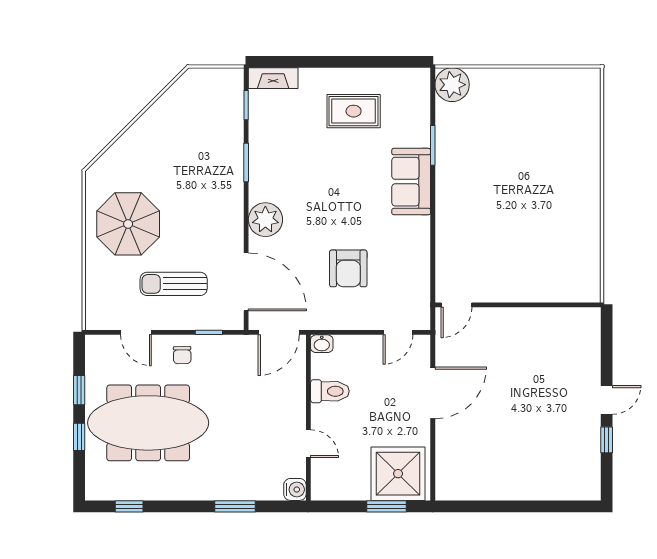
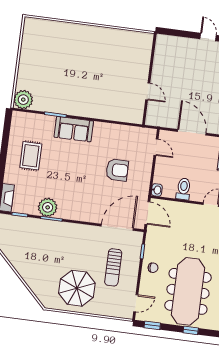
plant: (265, 220) -> (48, 207), moved
door: (456, 305) -> (148, 91), moved
door: (136, 332) -> (136, 303), moved
window: (79, 390) -> (152, 325), moved

